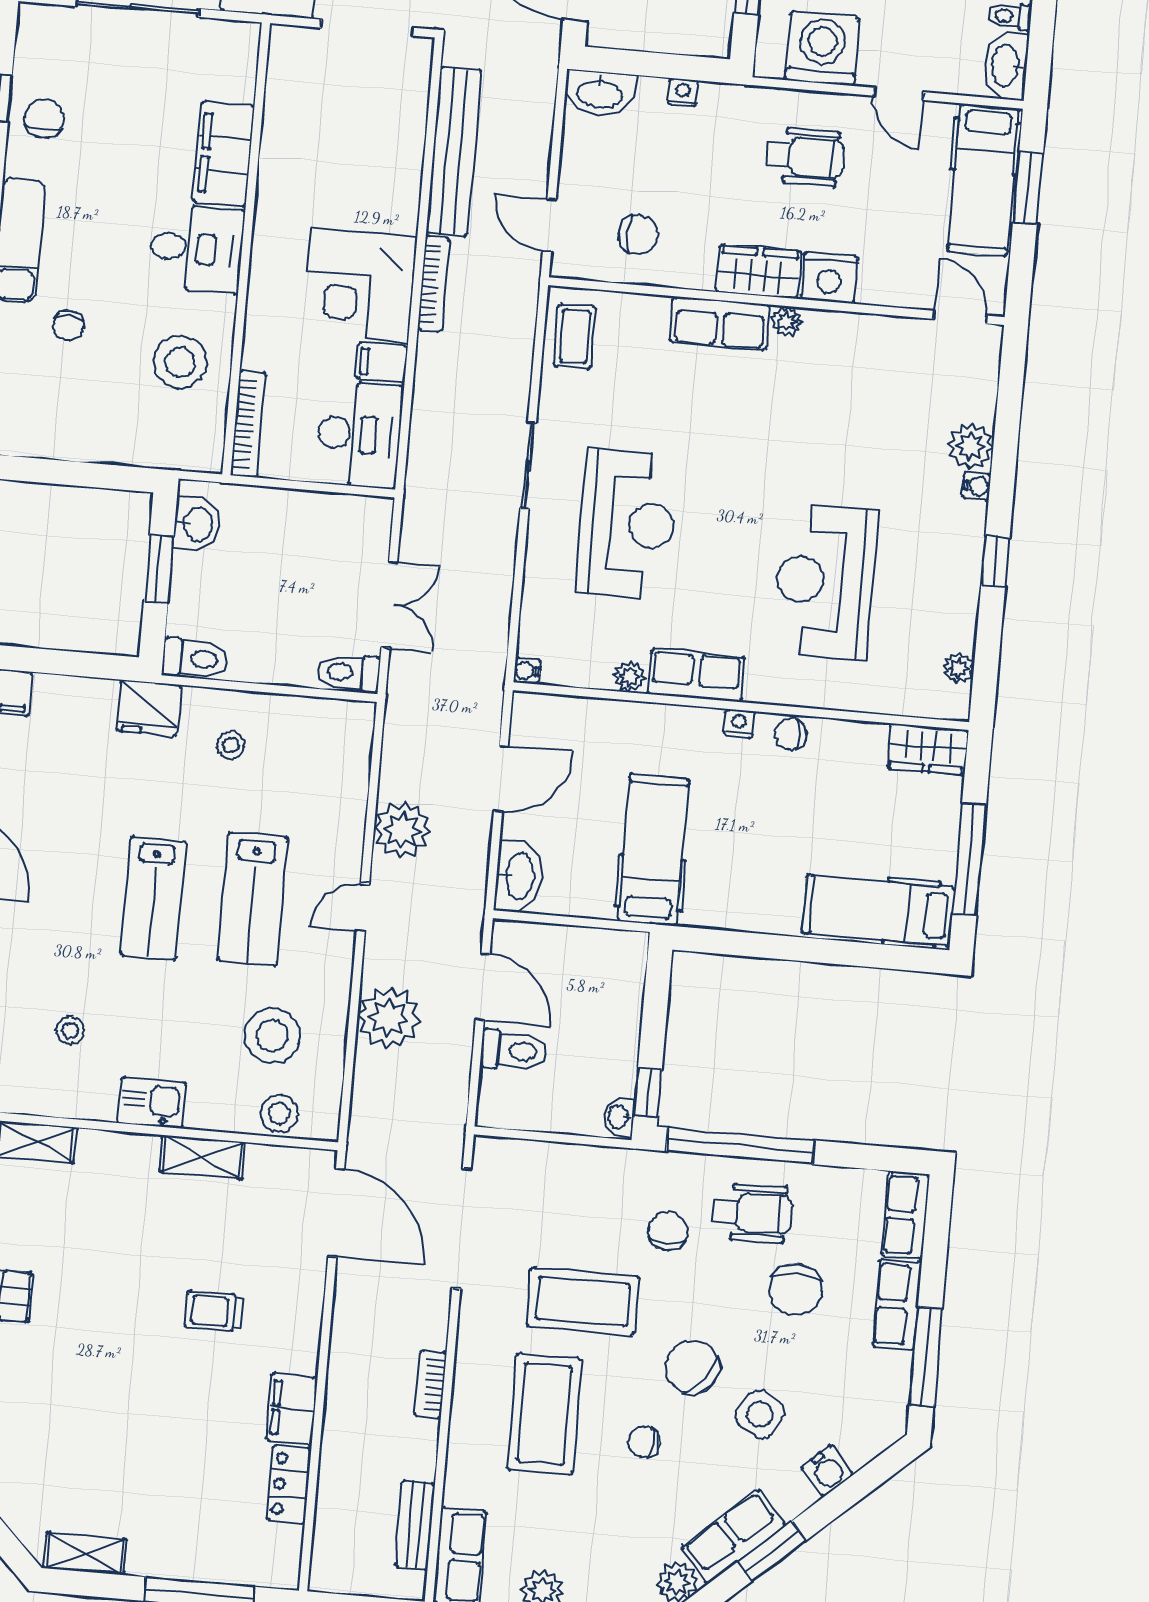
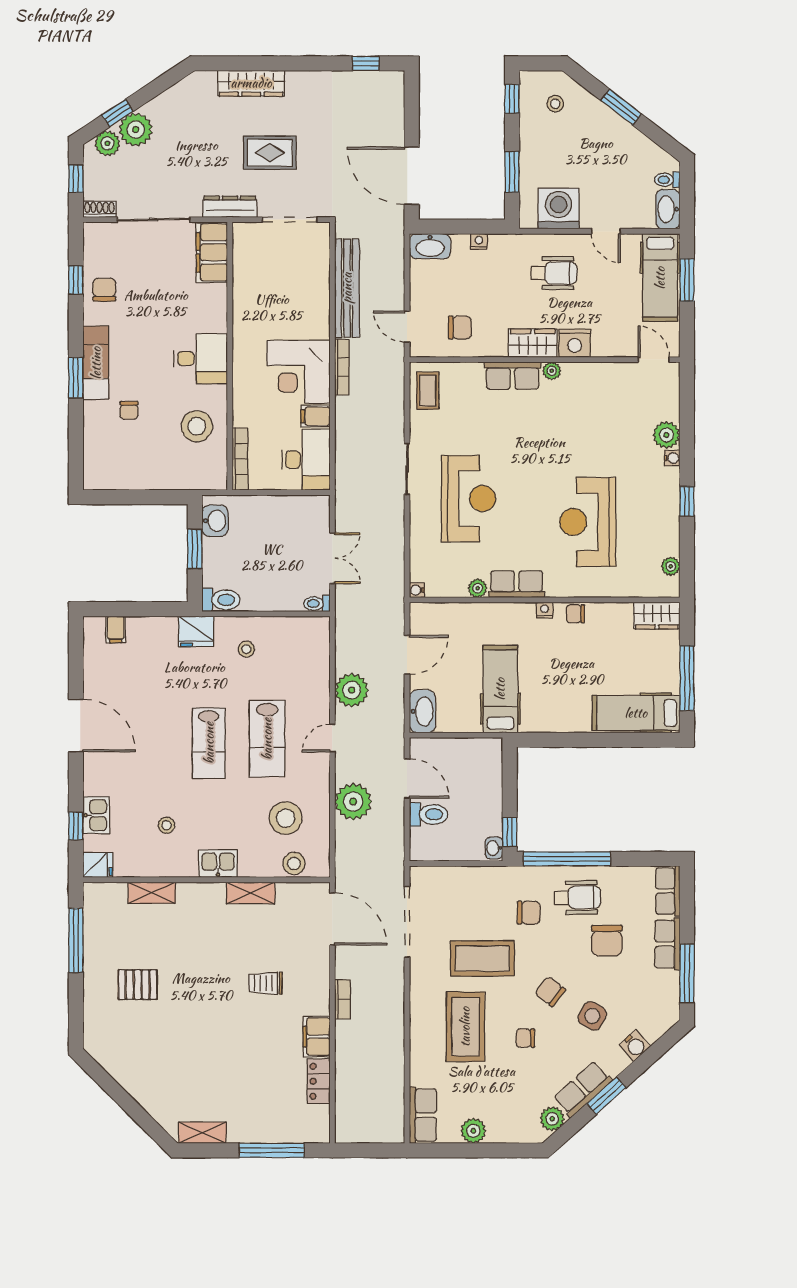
filing cabinet: (224, 154) -> (212, 252), moved
toilet: (349, 673) -> (317, 603), width x0.73, depth x0.72
chair: (668, 1231) -> (529, 913), turned 90
chair: (692, 1367) -> (550, 991), width x0.73, depth x0.73
bookcase: (431, 1384) -> (343, 999), moved, turned 180
bench: (415, 1525) -> (395, 1099), removed

